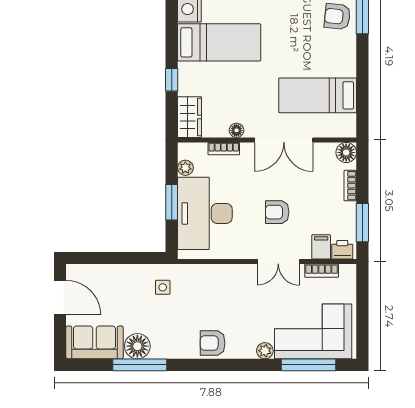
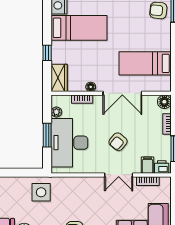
armchair: (277, 212) -> (118, 142), turned -50
side table: (163, 287) -> (41, 192), width x1.87, depth x1.87

